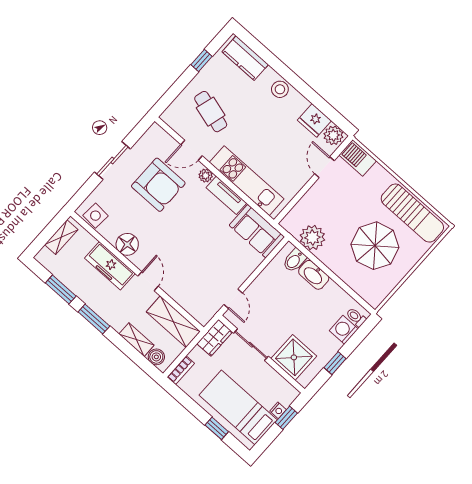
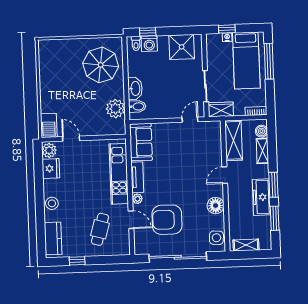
sliding door: (112, 160) -> (178, 257), width x1.86
door: (324, 167) -> (71, 139), swing flipped
armchair: (158, 185) -> (167, 220), turned -90
sun lounger: (412, 213) -> (50, 67), removed
parasol: (375, 246) -> (101, 65), moved
freezer: (110, 266) -> (261, 197), moved, turned 180
shower: (294, 357) -> (182, 47), moved
window: (335, 363) -> (148, 32), moved
window: (217, 428) -> (269, 61), width x2.17

